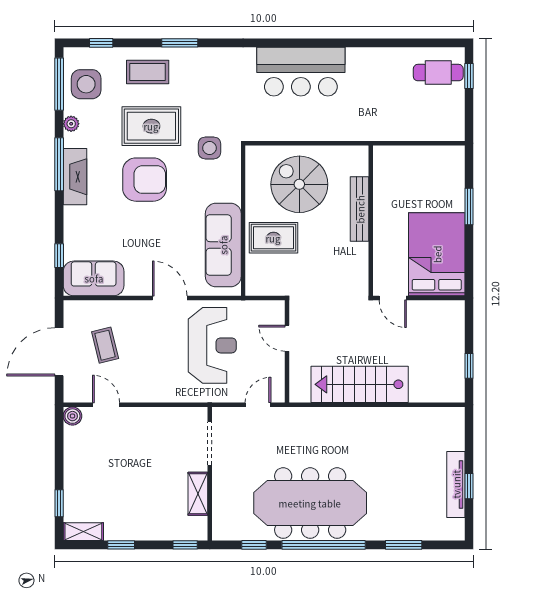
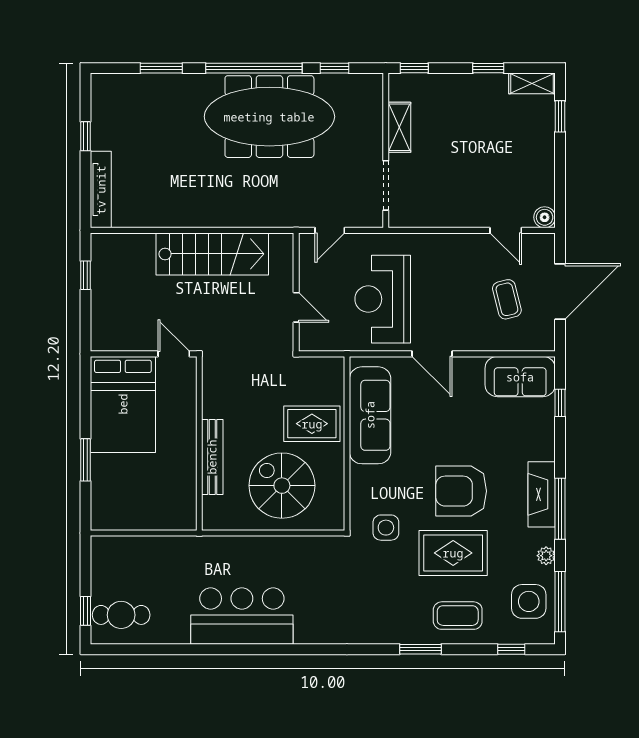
bar counter: (301, 72) -> (242, 616), moved
spiral stairs: (299, 184) -> (282, 486), turned 180
tv unit: (456, 484) -> (101, 190), moved

